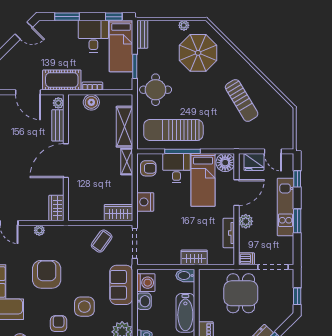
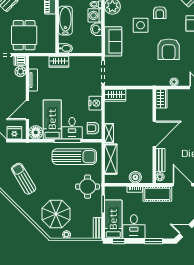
plant: (246, 221) -> (20, 71), moved
coffee table: (102, 241) -> (128, 74), removed
washing machine: (146, 283) -> (95, 15), moved

